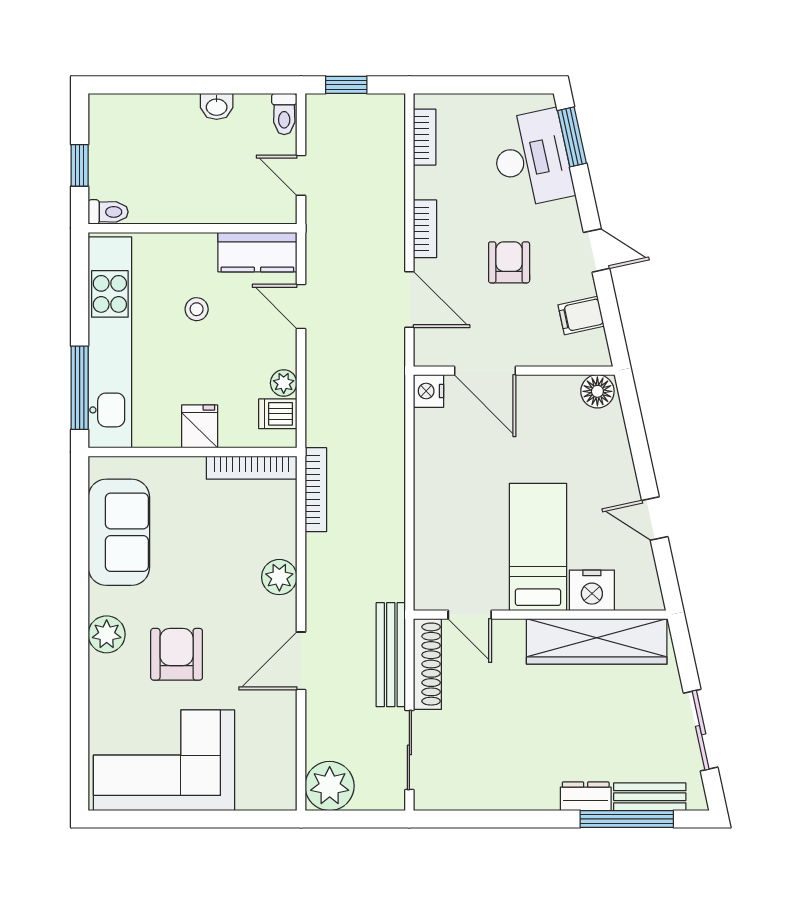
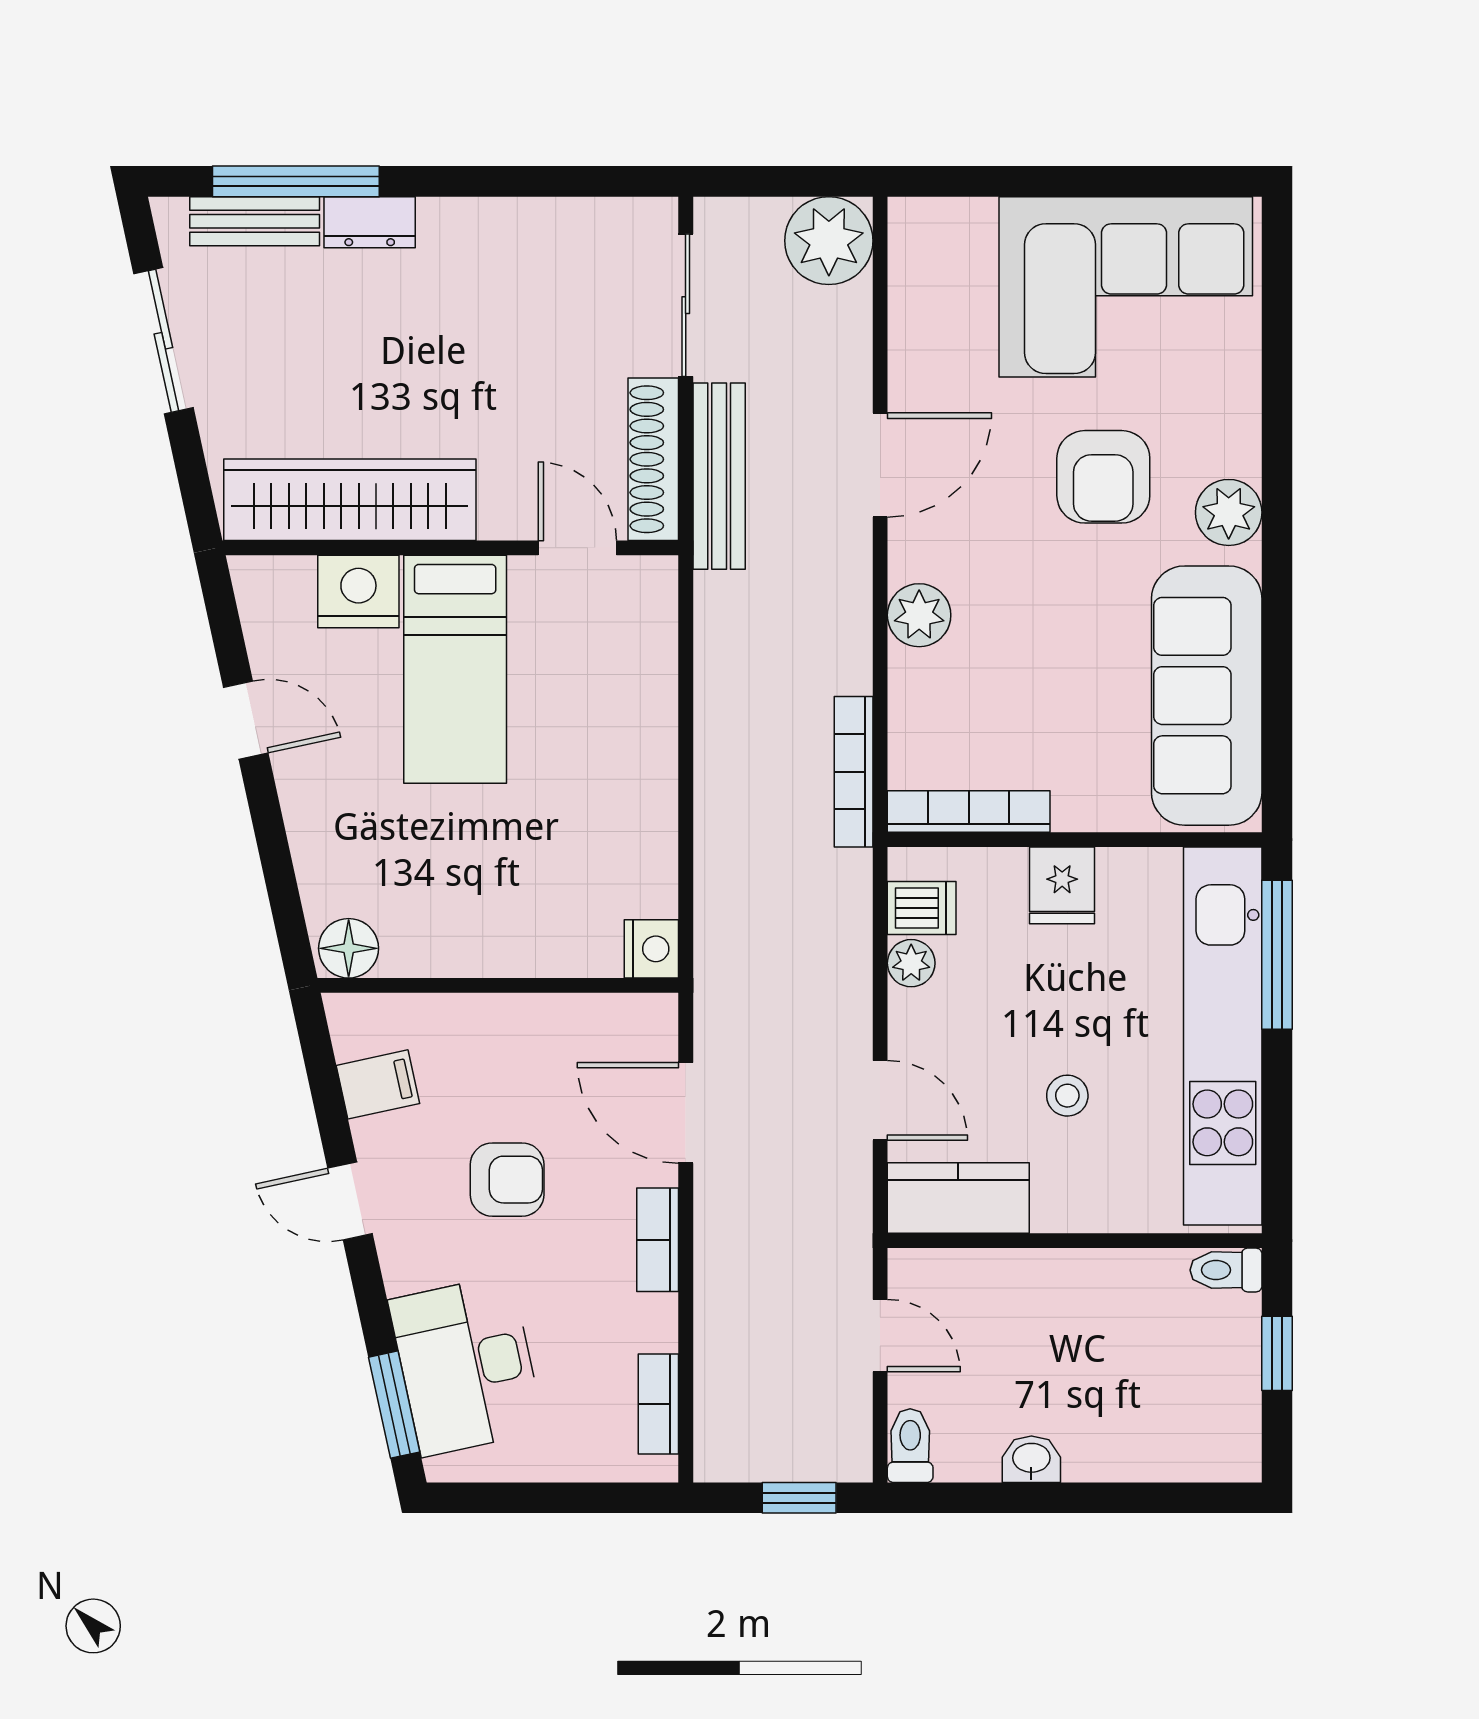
armchair: (509, 262) -> (507, 1180), turned -90
door: (485, 371) -> (550, 985), removed
sofa: (119, 532) -> (1207, 696), width x1.36

